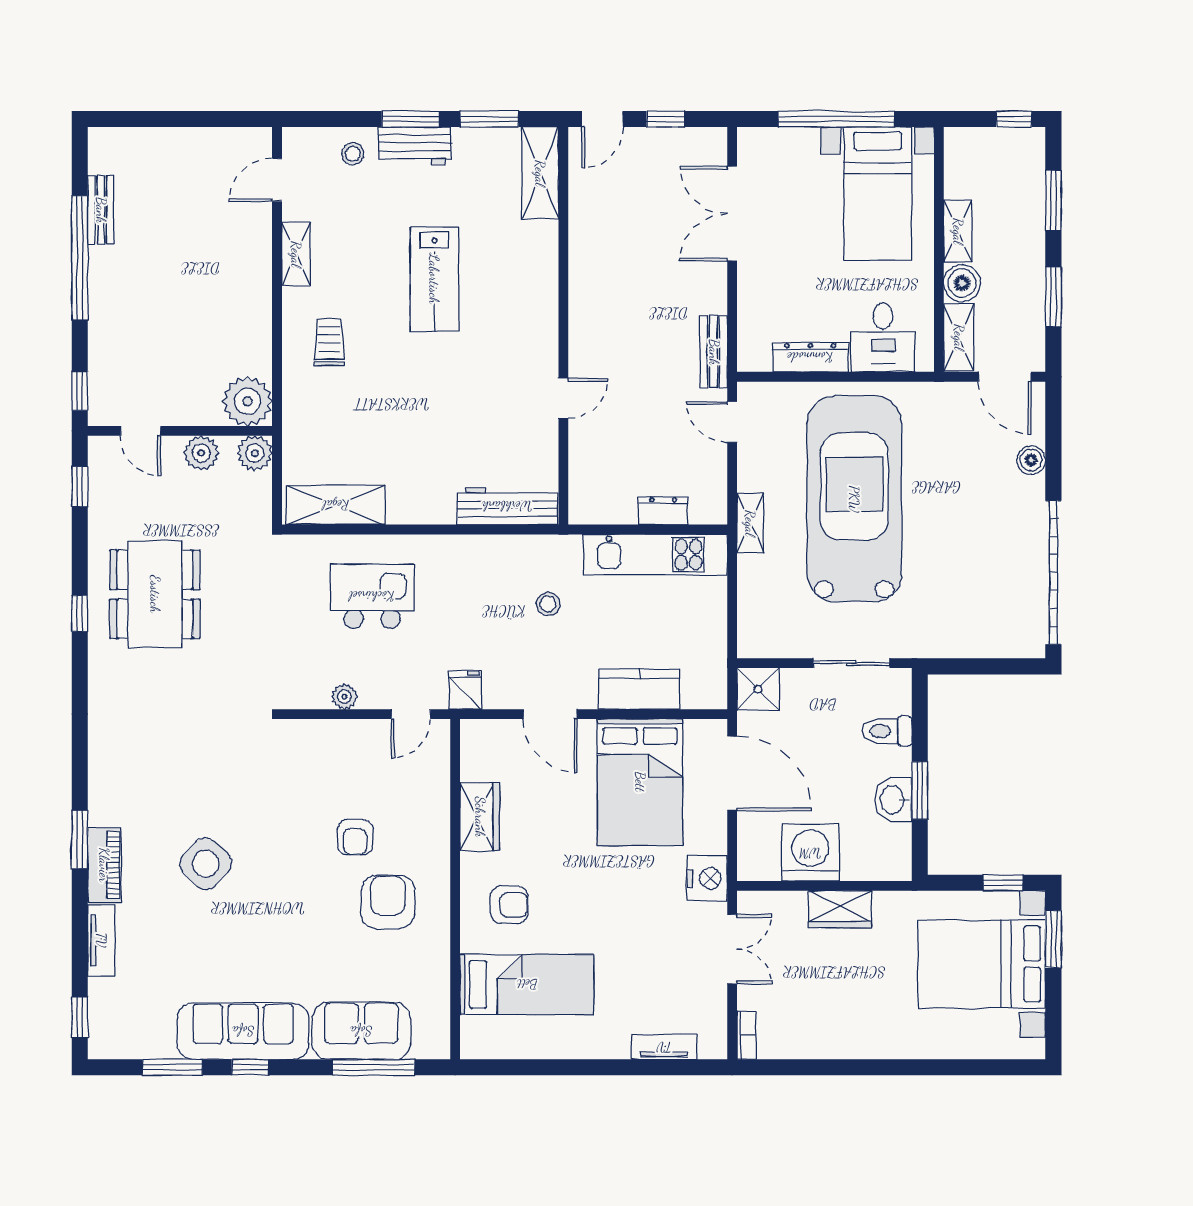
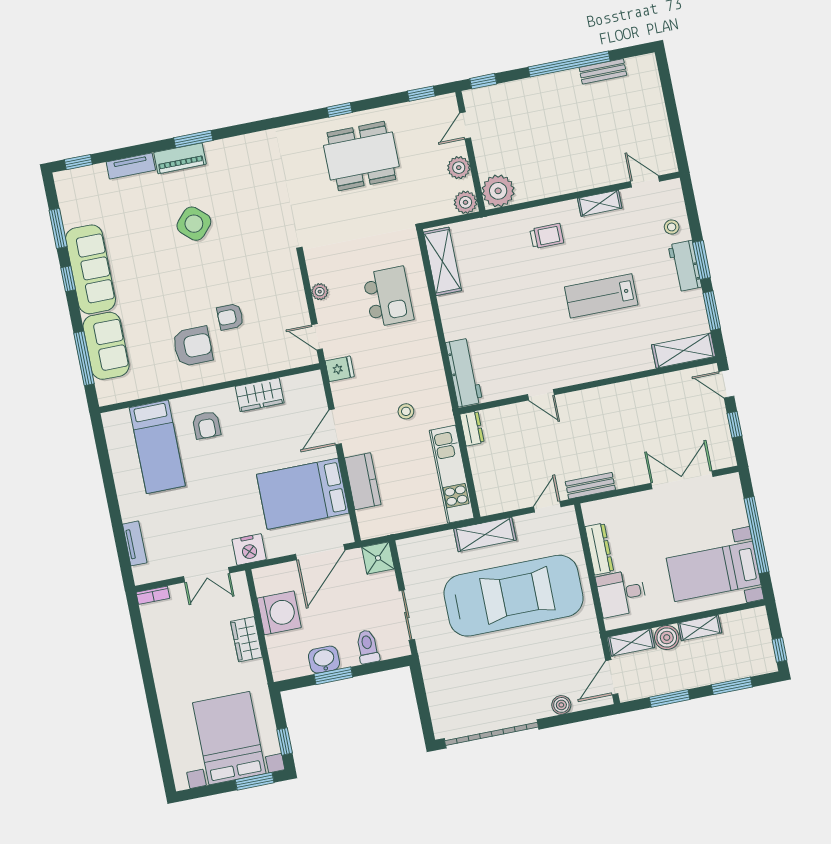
dresser: (663, 511) -> (472, 428), moved
shelving: (750, 523) -> (485, 534), width x1.50, depth x1.33

